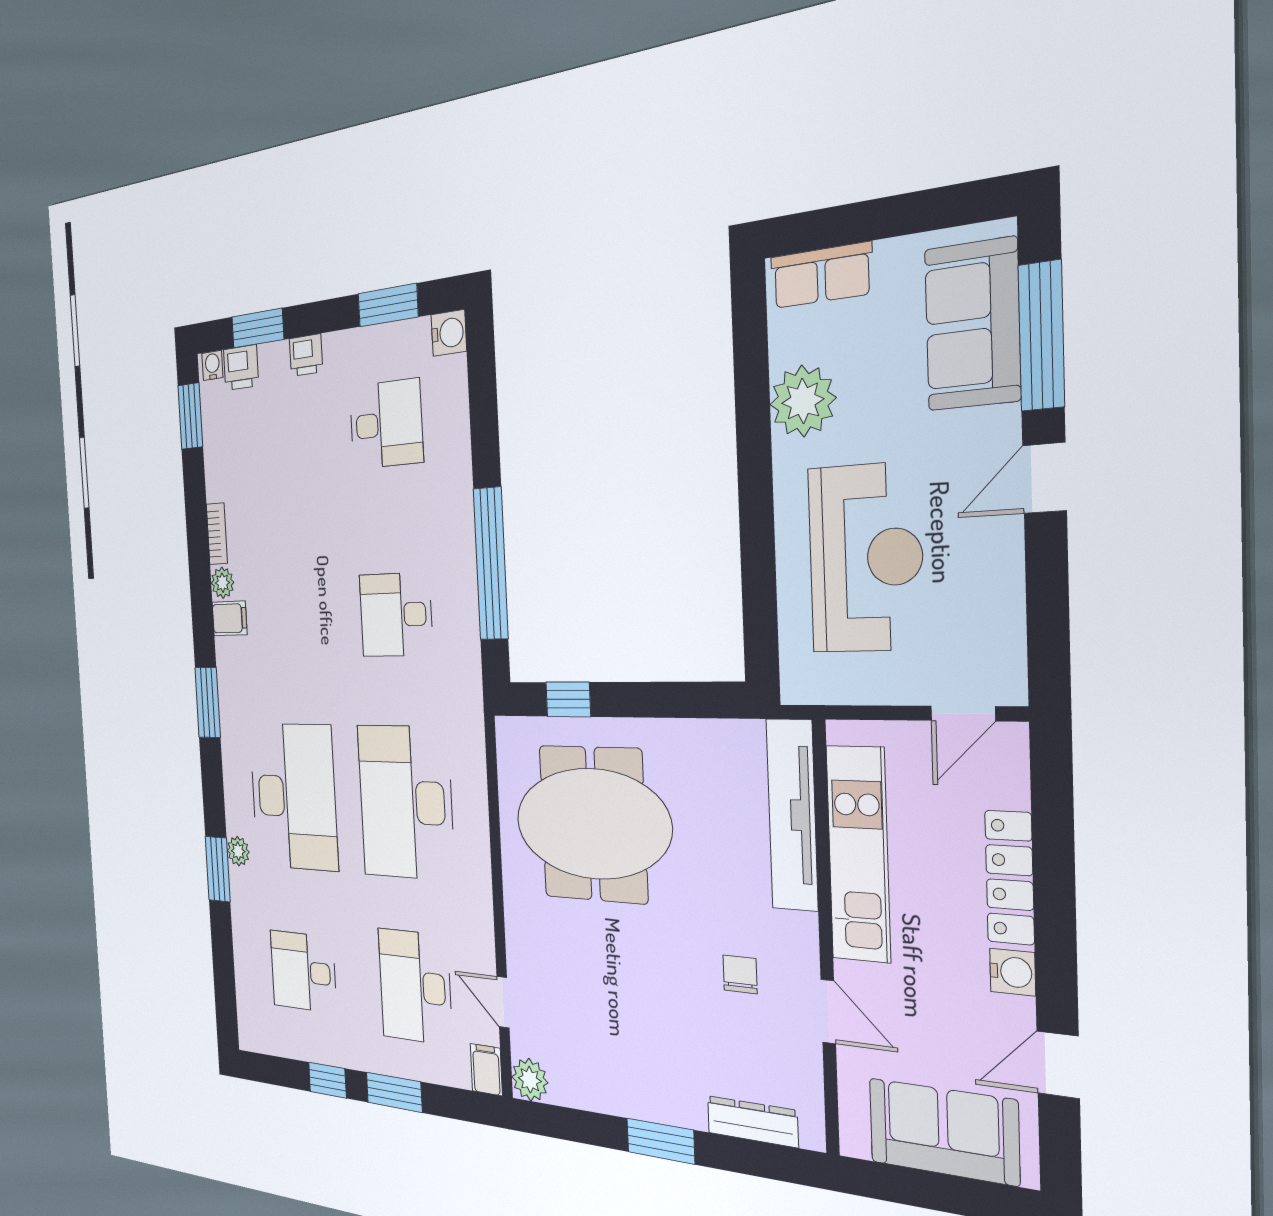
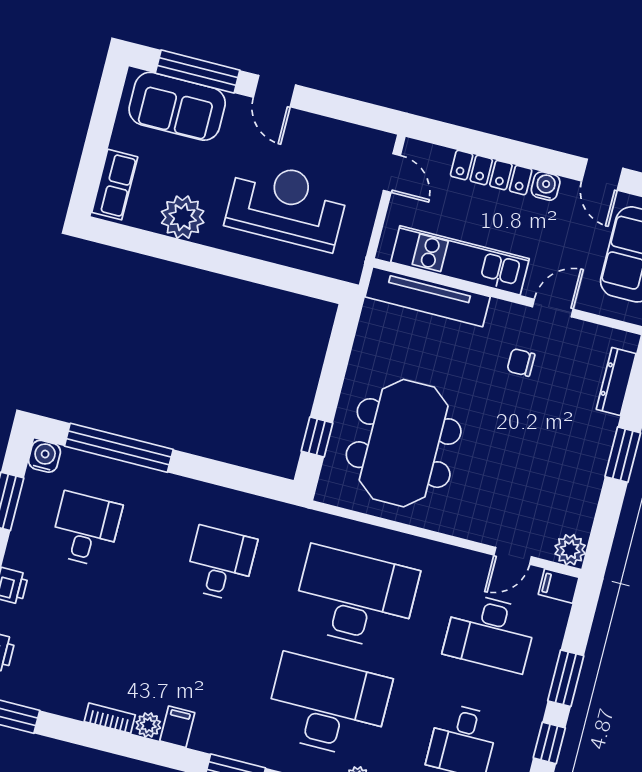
window: (491, 564) -> (119, 448), moved
desk: (396, 615) -> (221, 564), turned 180
desk: (406, 802) -> (355, 598), turned 180

